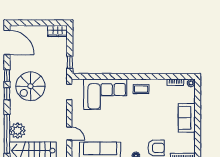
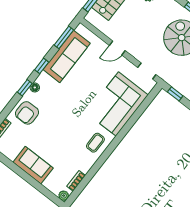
door: (69, 133) -> (117, 48), moved

